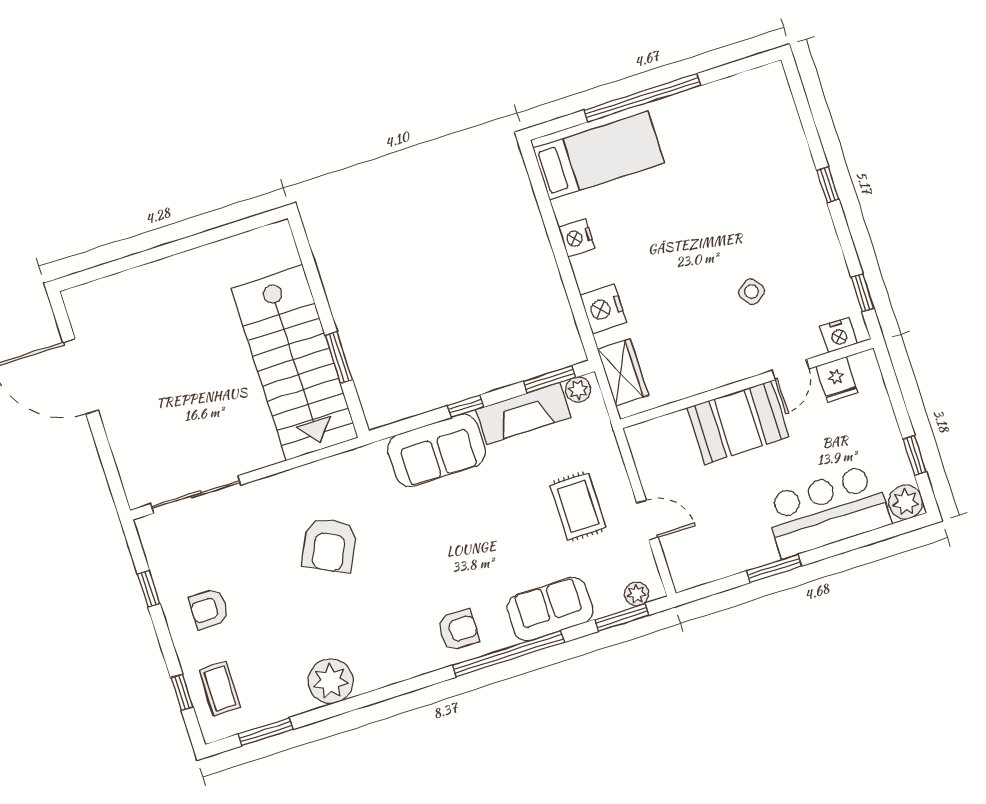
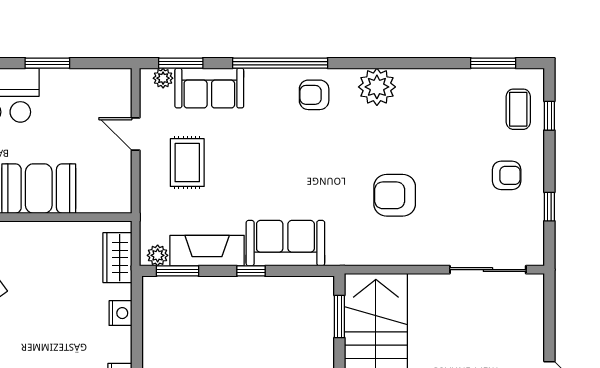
nightstand: (603, 309) -> (120, 313), width x0.74, depth x0.75
window: (339, 358) -> (339, 317), moved
armchair: (330, 545) -> (395, 195), turned -116
sofa: (550, 609) -> (209, 88), moved
plant: (331, 681) -> (377, 87), moved

